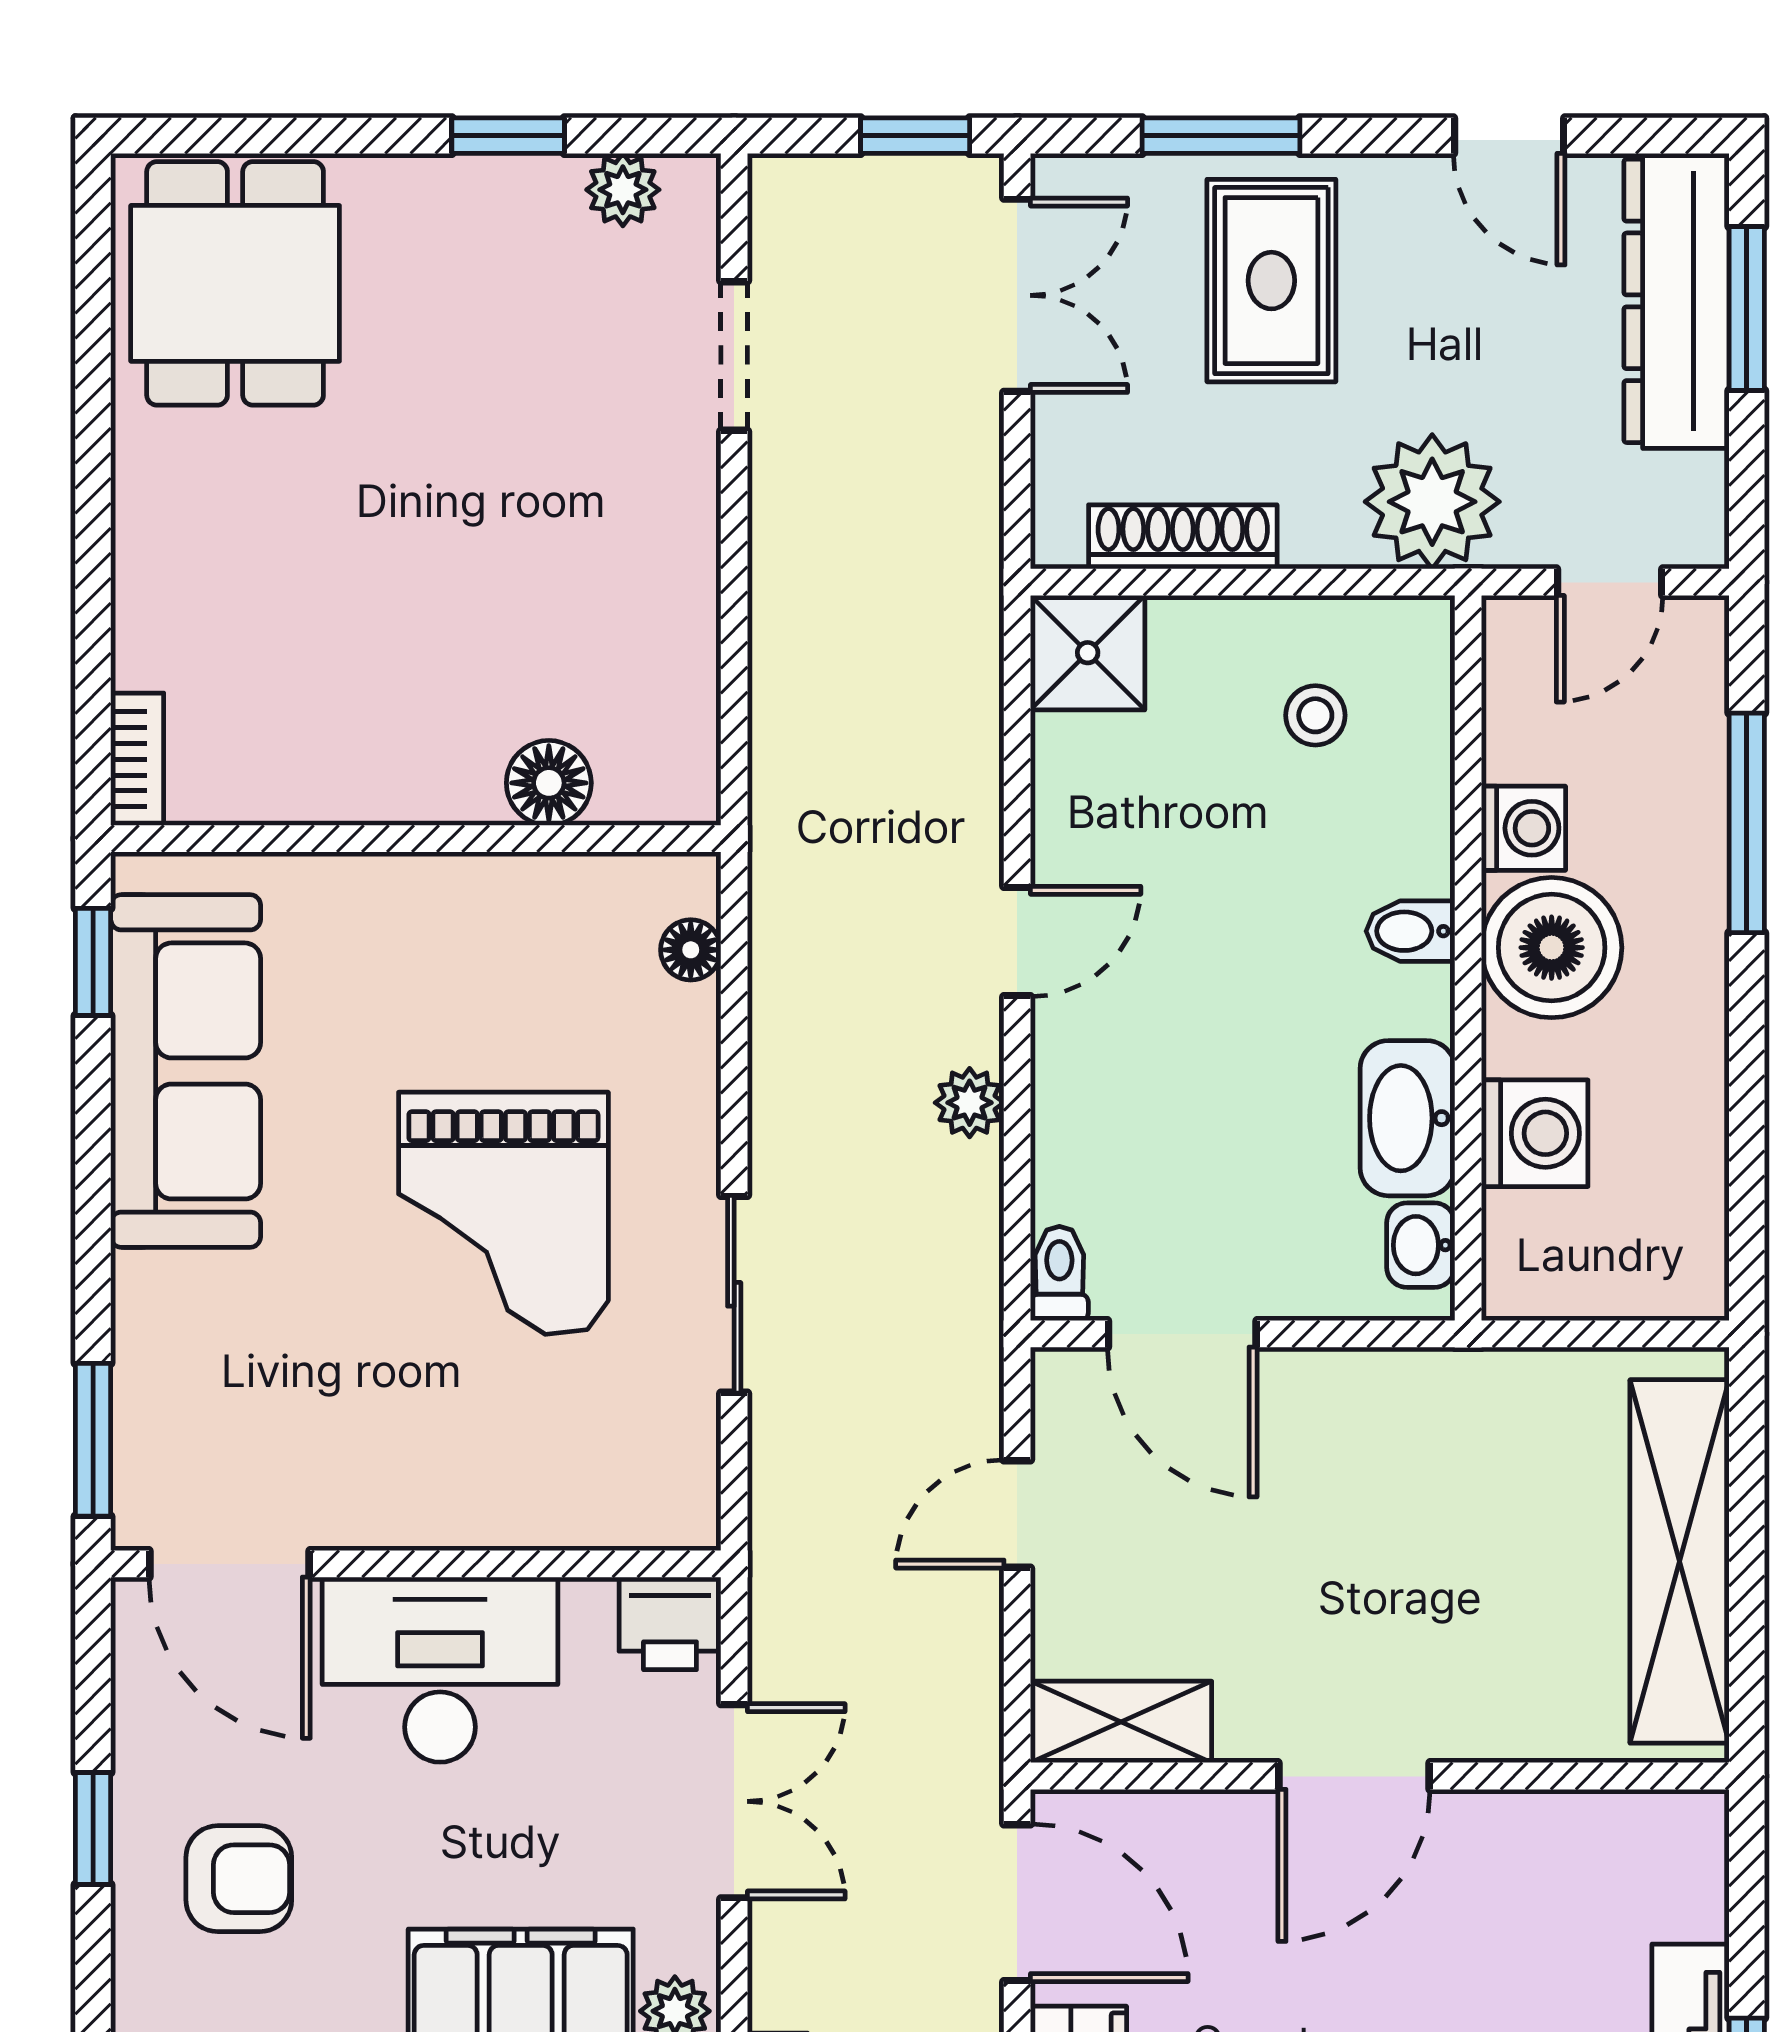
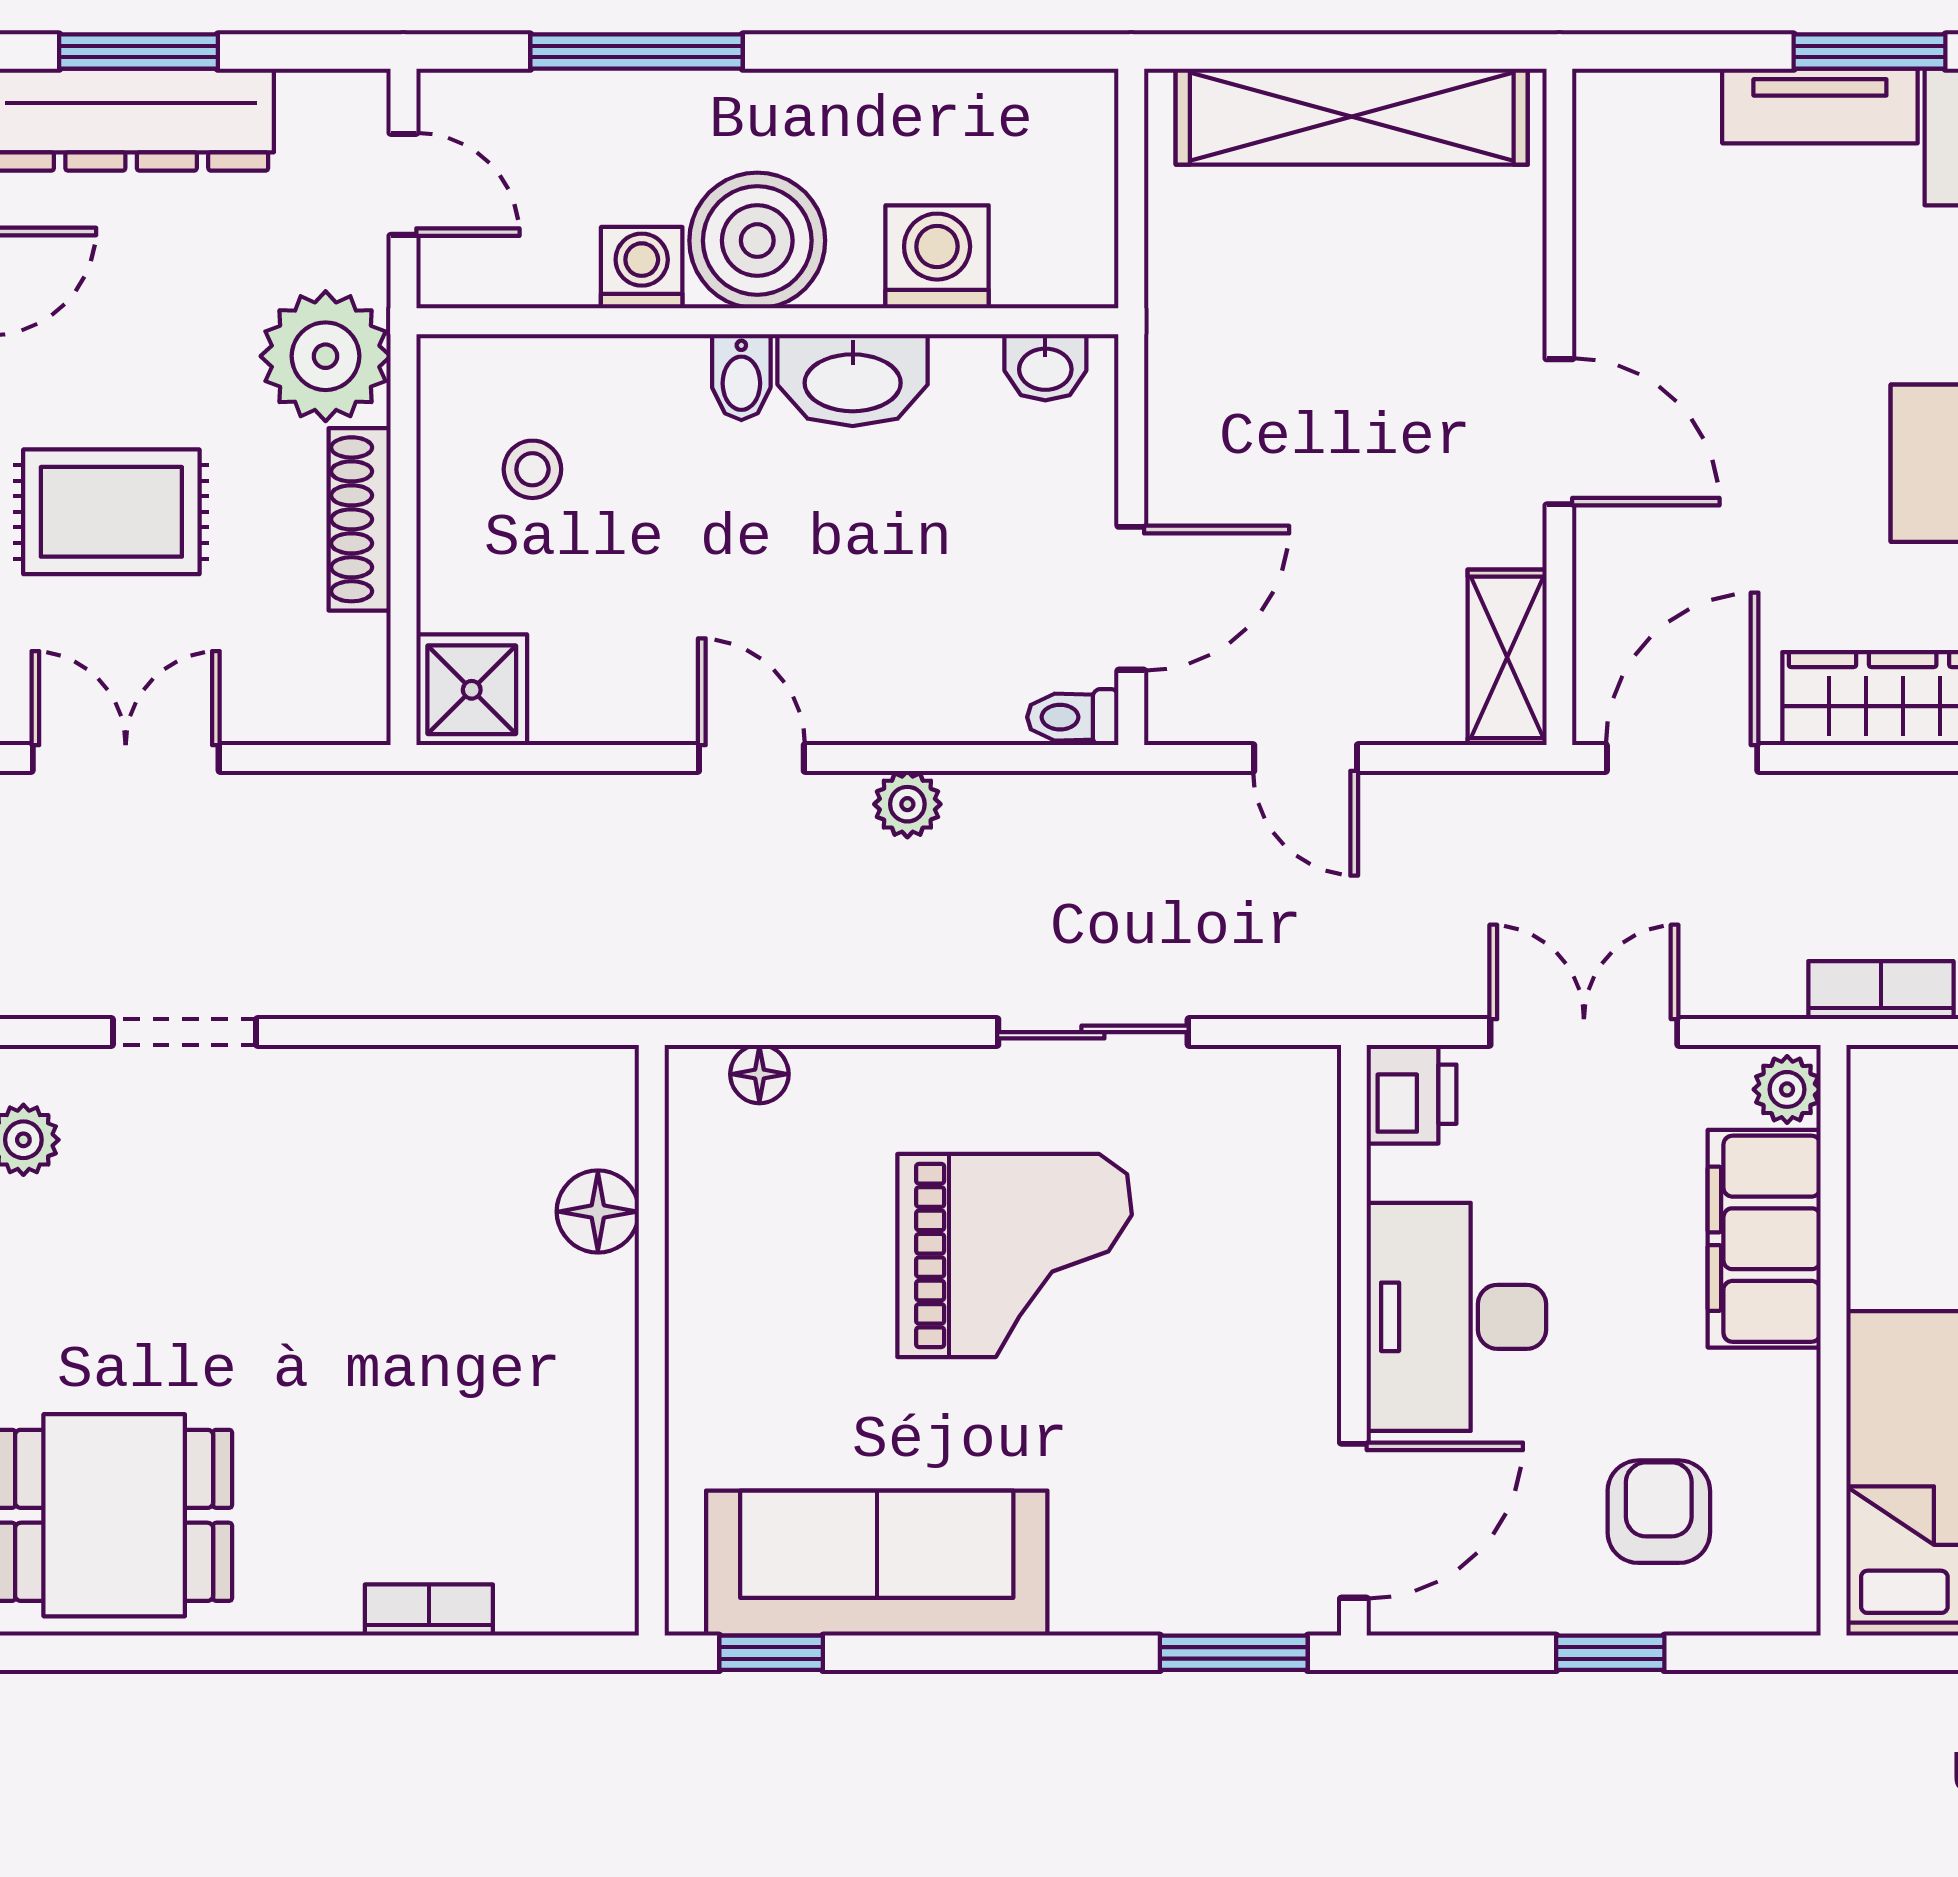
shoe rack: (1183, 537) -> (360, 519), moved
bookcase: (137, 759) -> (429, 1610), moved
washbasin: (1407, 1118) -> (853, 380), moved

